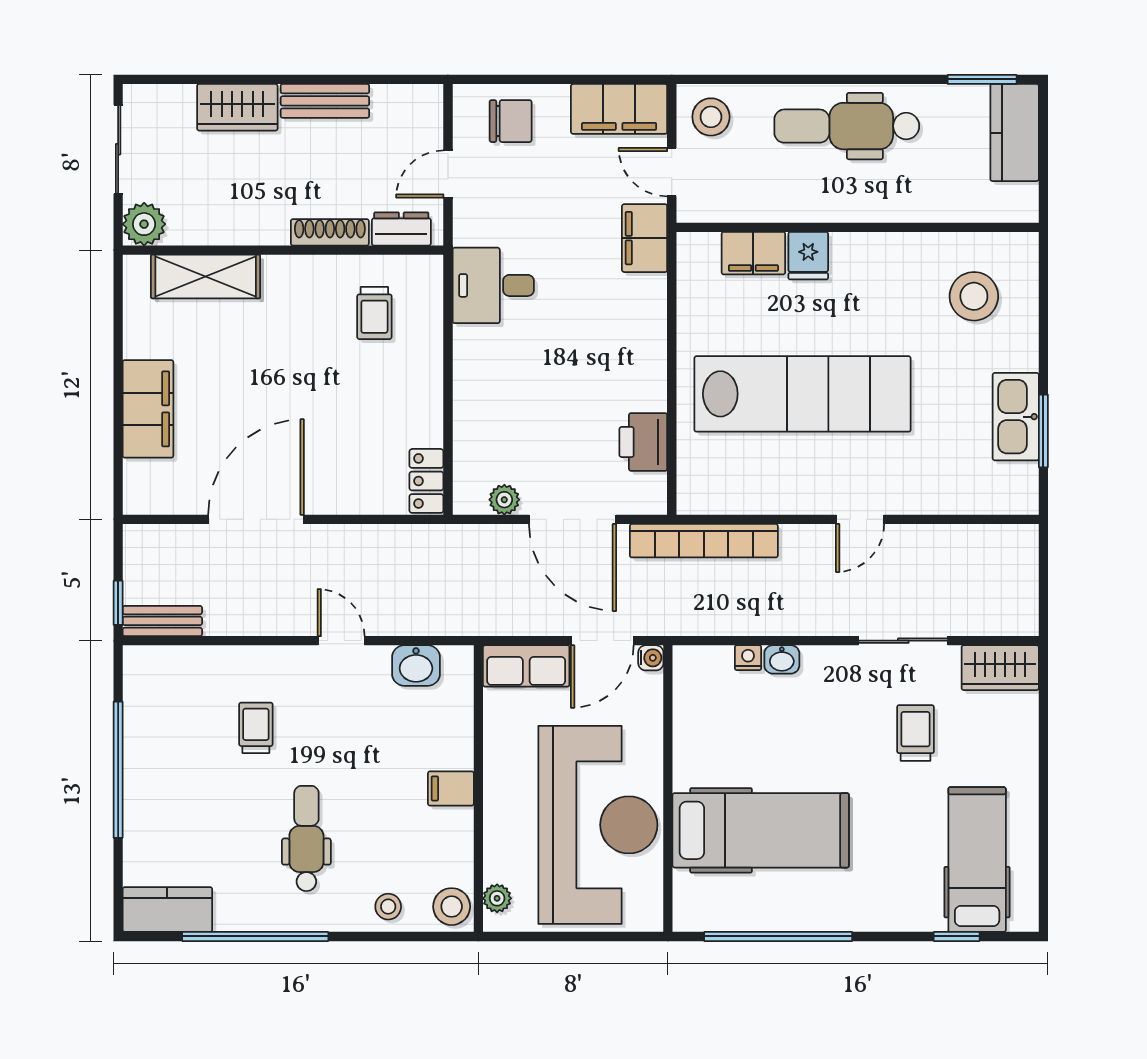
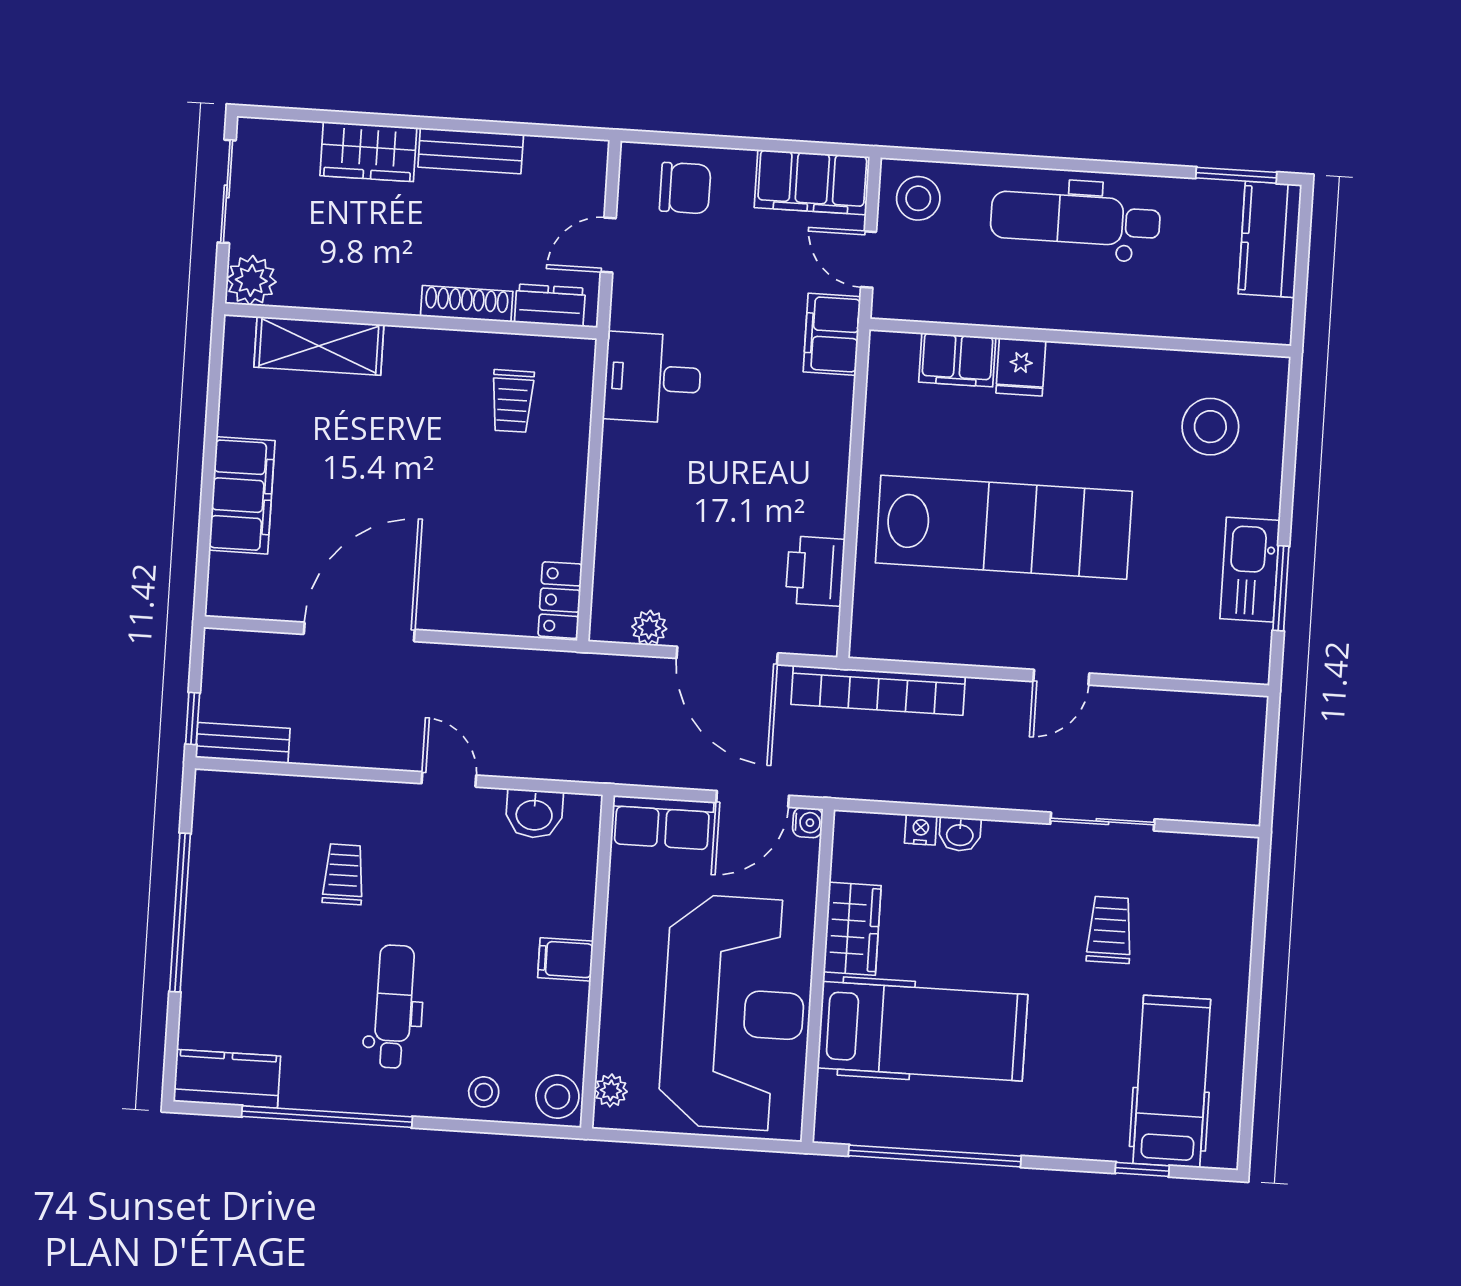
wardrobe: (1000, 668) -> (852, 929), moved, turned -90

